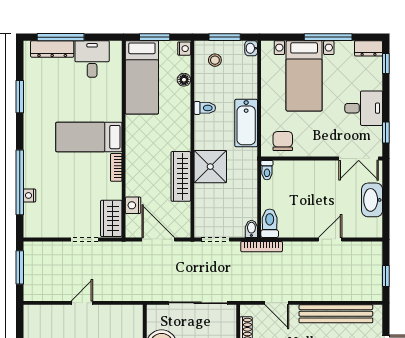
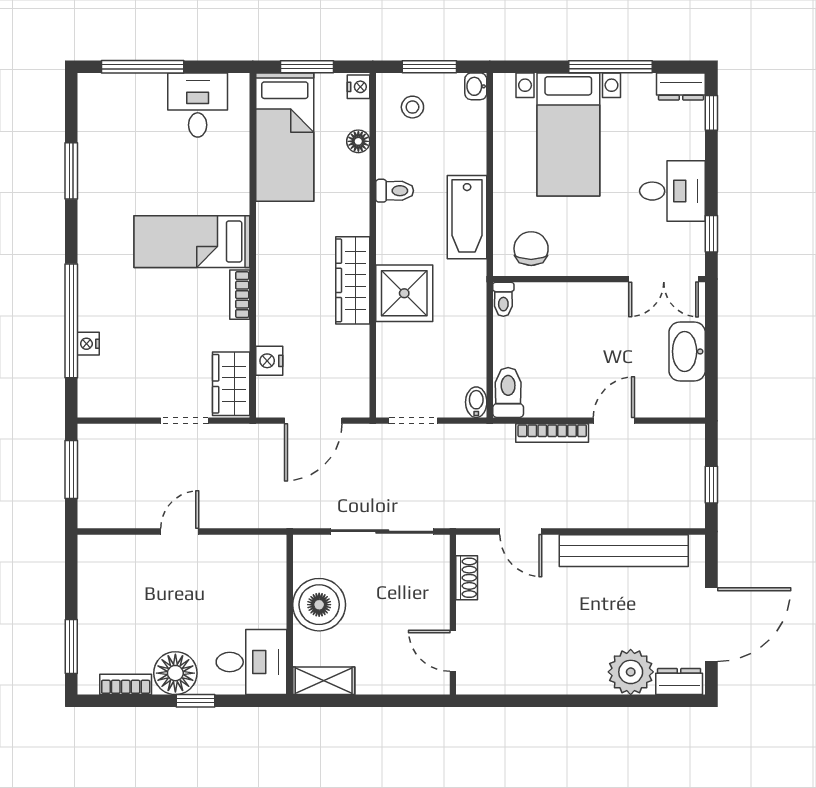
dresser: (52, 49) -> (128, 88), removed
wardrobe: (181, 176) -> (353, 280), moved
door: (158, 239) -> (313, 421), swing flipped
bookcase: (262, 247) -> (552, 433), moved

